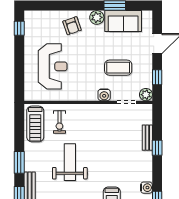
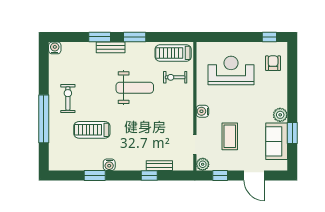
armchair: (72, 26) -> (273, 63), moved, turned 109
reception desk: (53, 66) -> (231, 70), turned 180
water cooler: (104, 95) -> (202, 111), moved

